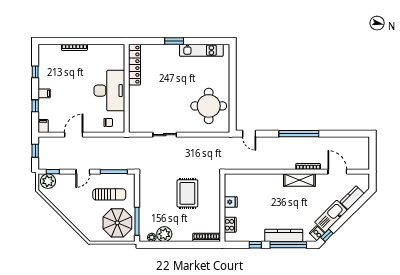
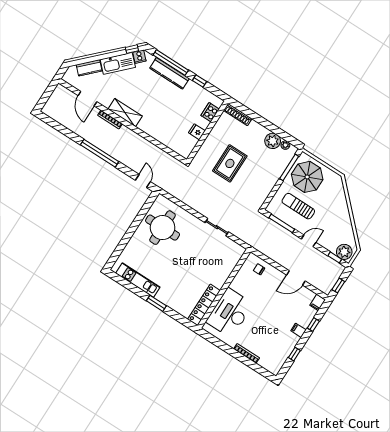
desk: (109, 91) -> (230, 313), moved

